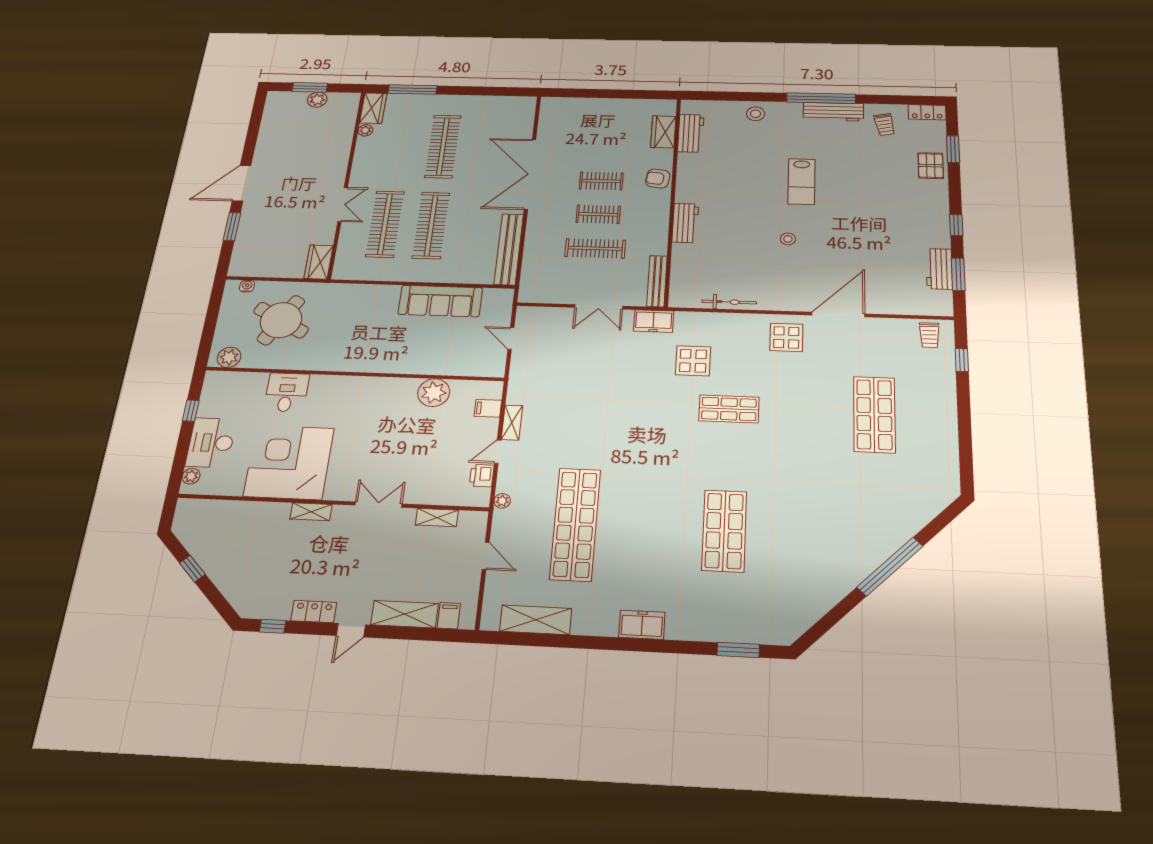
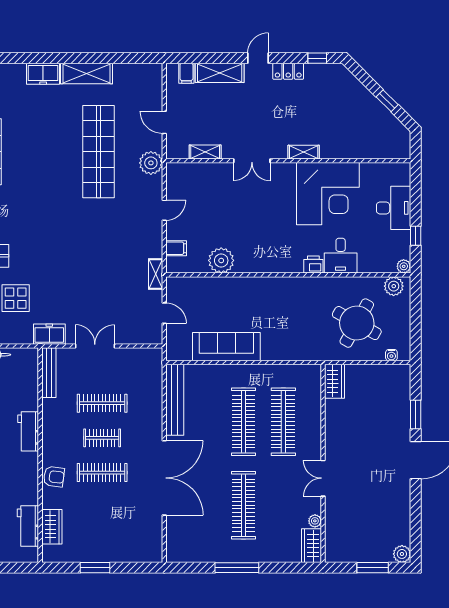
window: (413, 90) -> (237, 568), moved
window: (617, 94) -> (95, 568), added
plant: (317, 100) -> (402, 554), moved
clothes rail: (601, 181) -> (102, 473), width x1.36
double door: (343, 204) -> (323, 478), moved
shelving: (512, 423) -> (156, 274), moved
plant: (191, 476) -> (404, 266), moved
printer: (482, 476) -> (313, 265), moved, turned -90
plant: (502, 501) -> (151, 163), width x1.88, depth x1.88
shelving: (536, 620) -> (86, 73), moved

